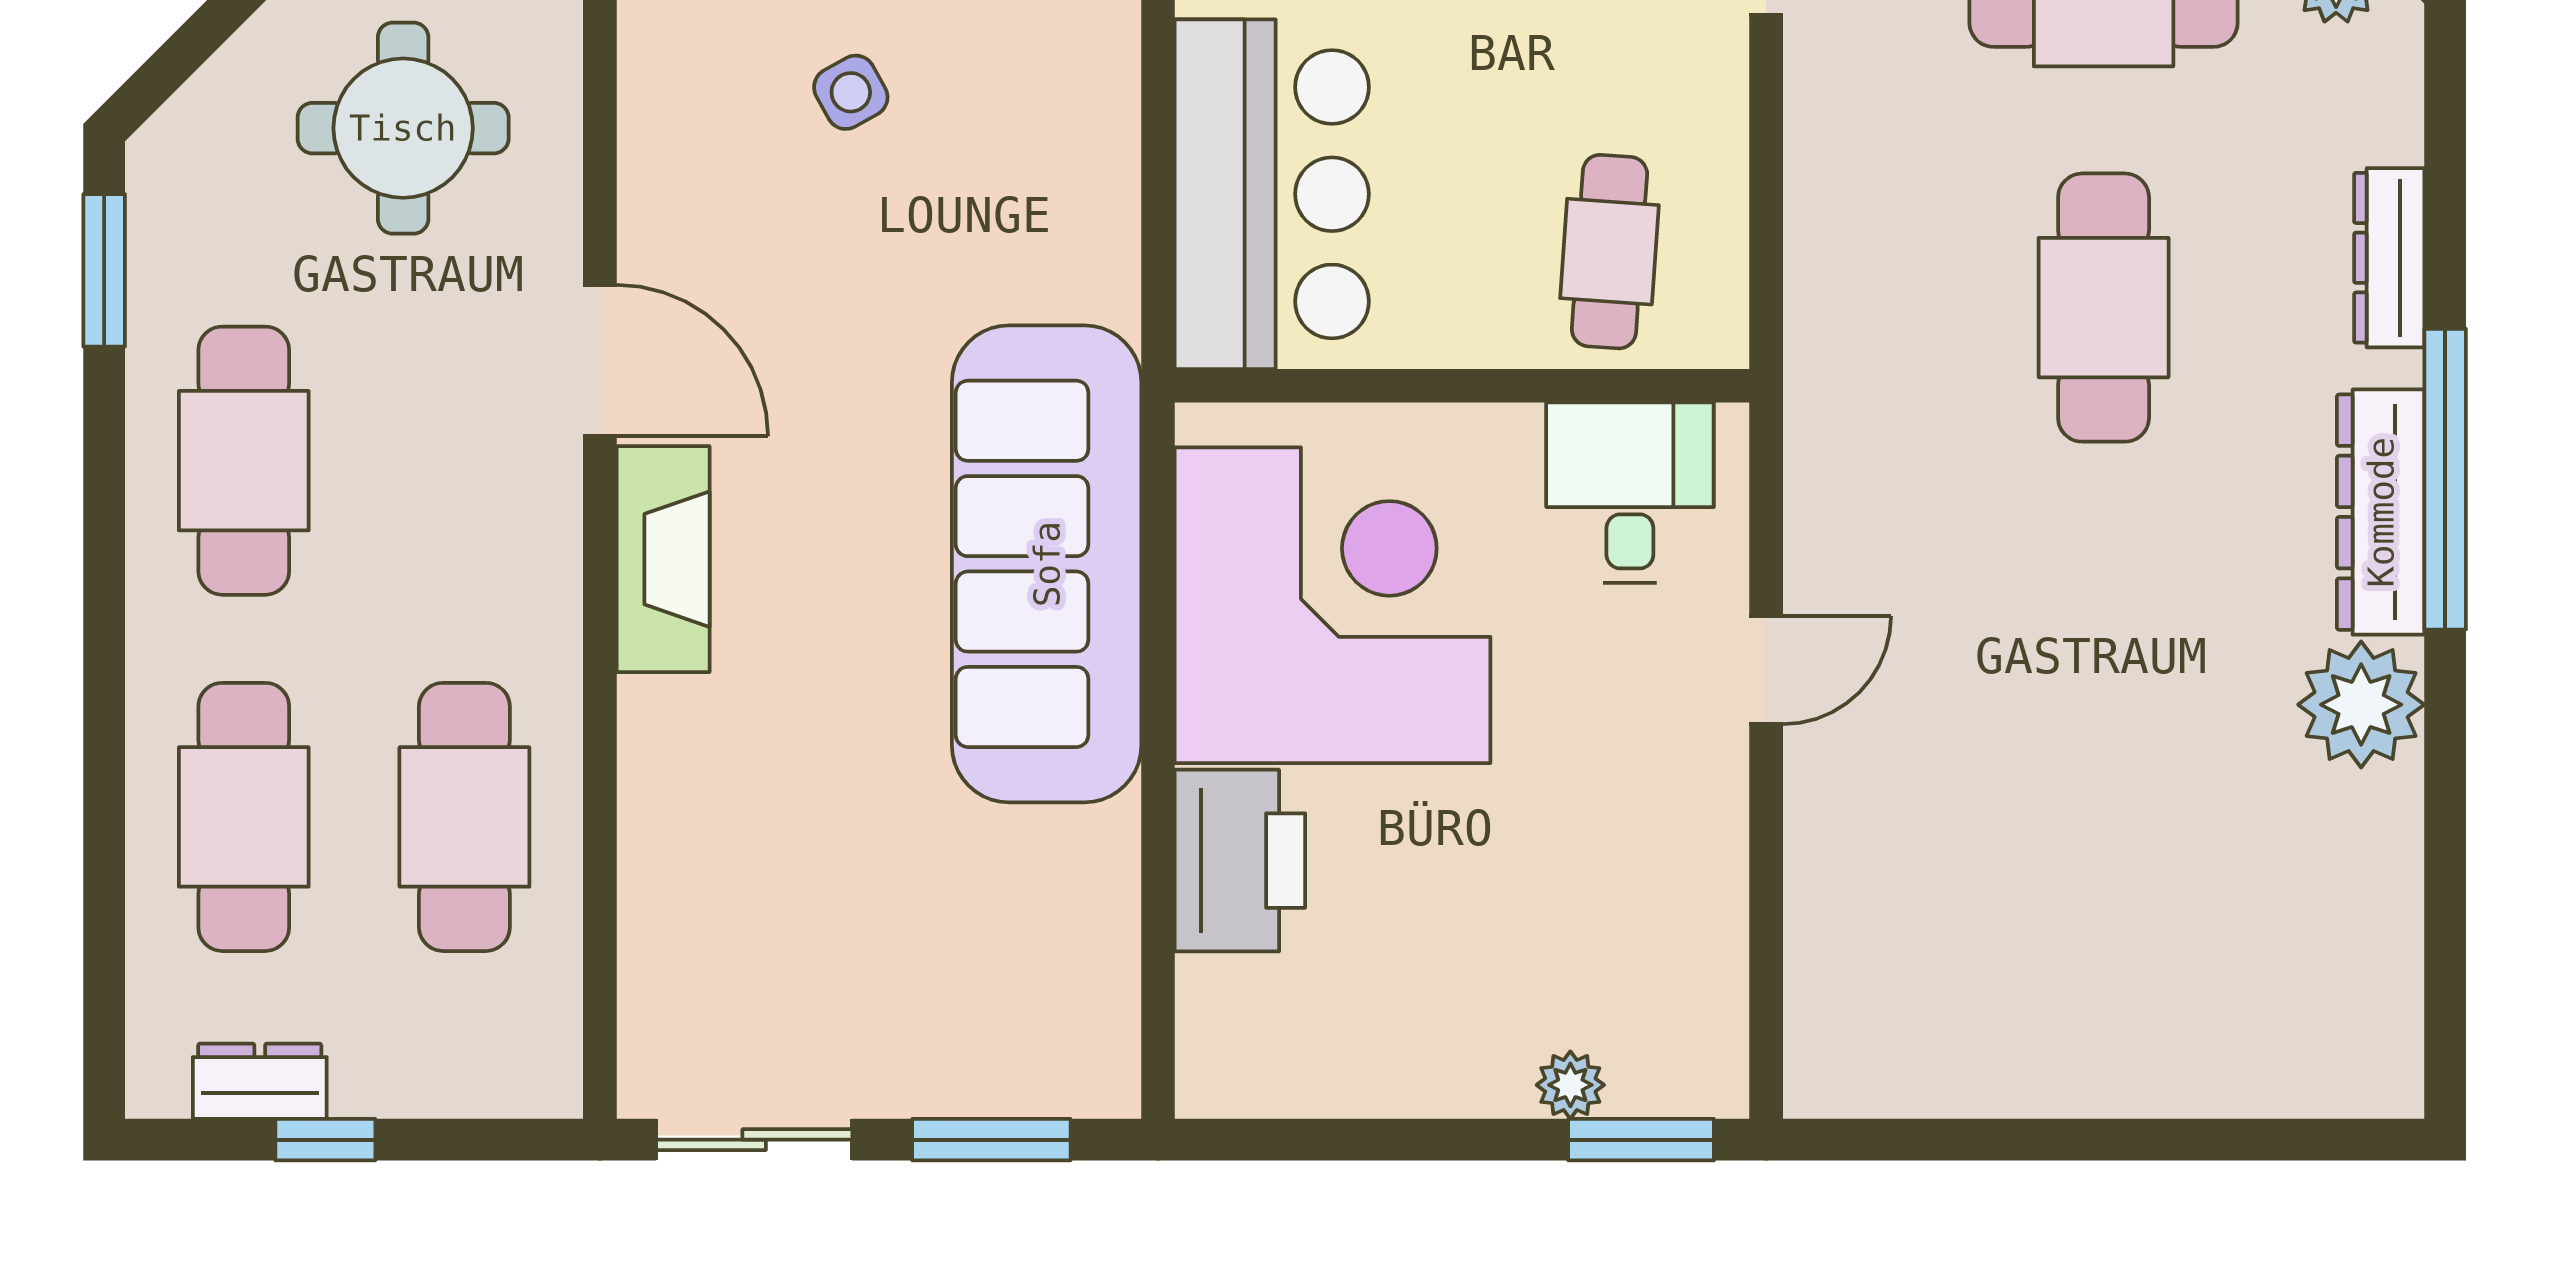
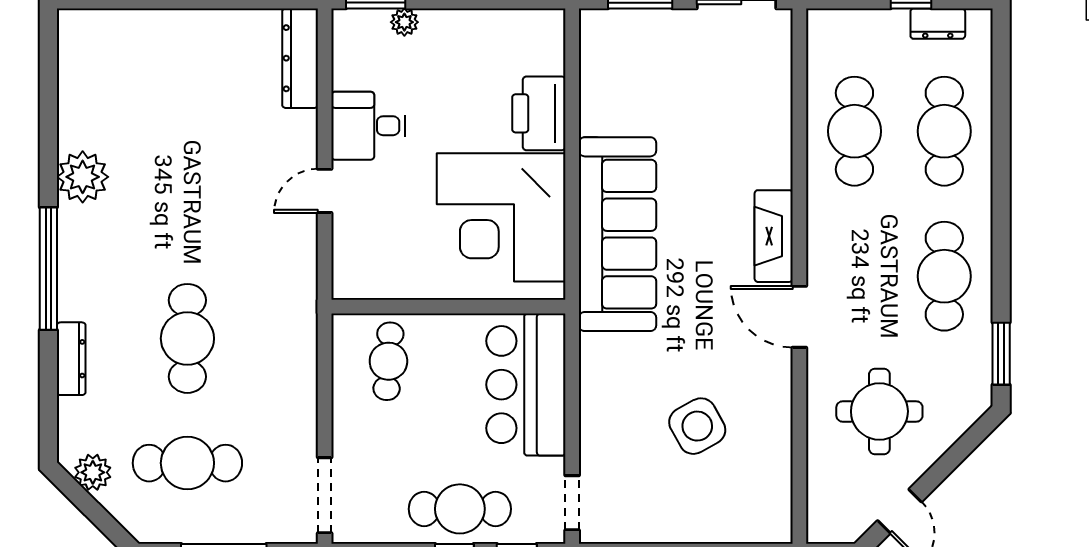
side table: (851, 92) -> (697, 426), width x1.87, depth x1.87
desk: (1630, 493) -> (368, 126), moved, turned 90
dresser: (2381, 512) -> (300, 58), moved, turned 180

